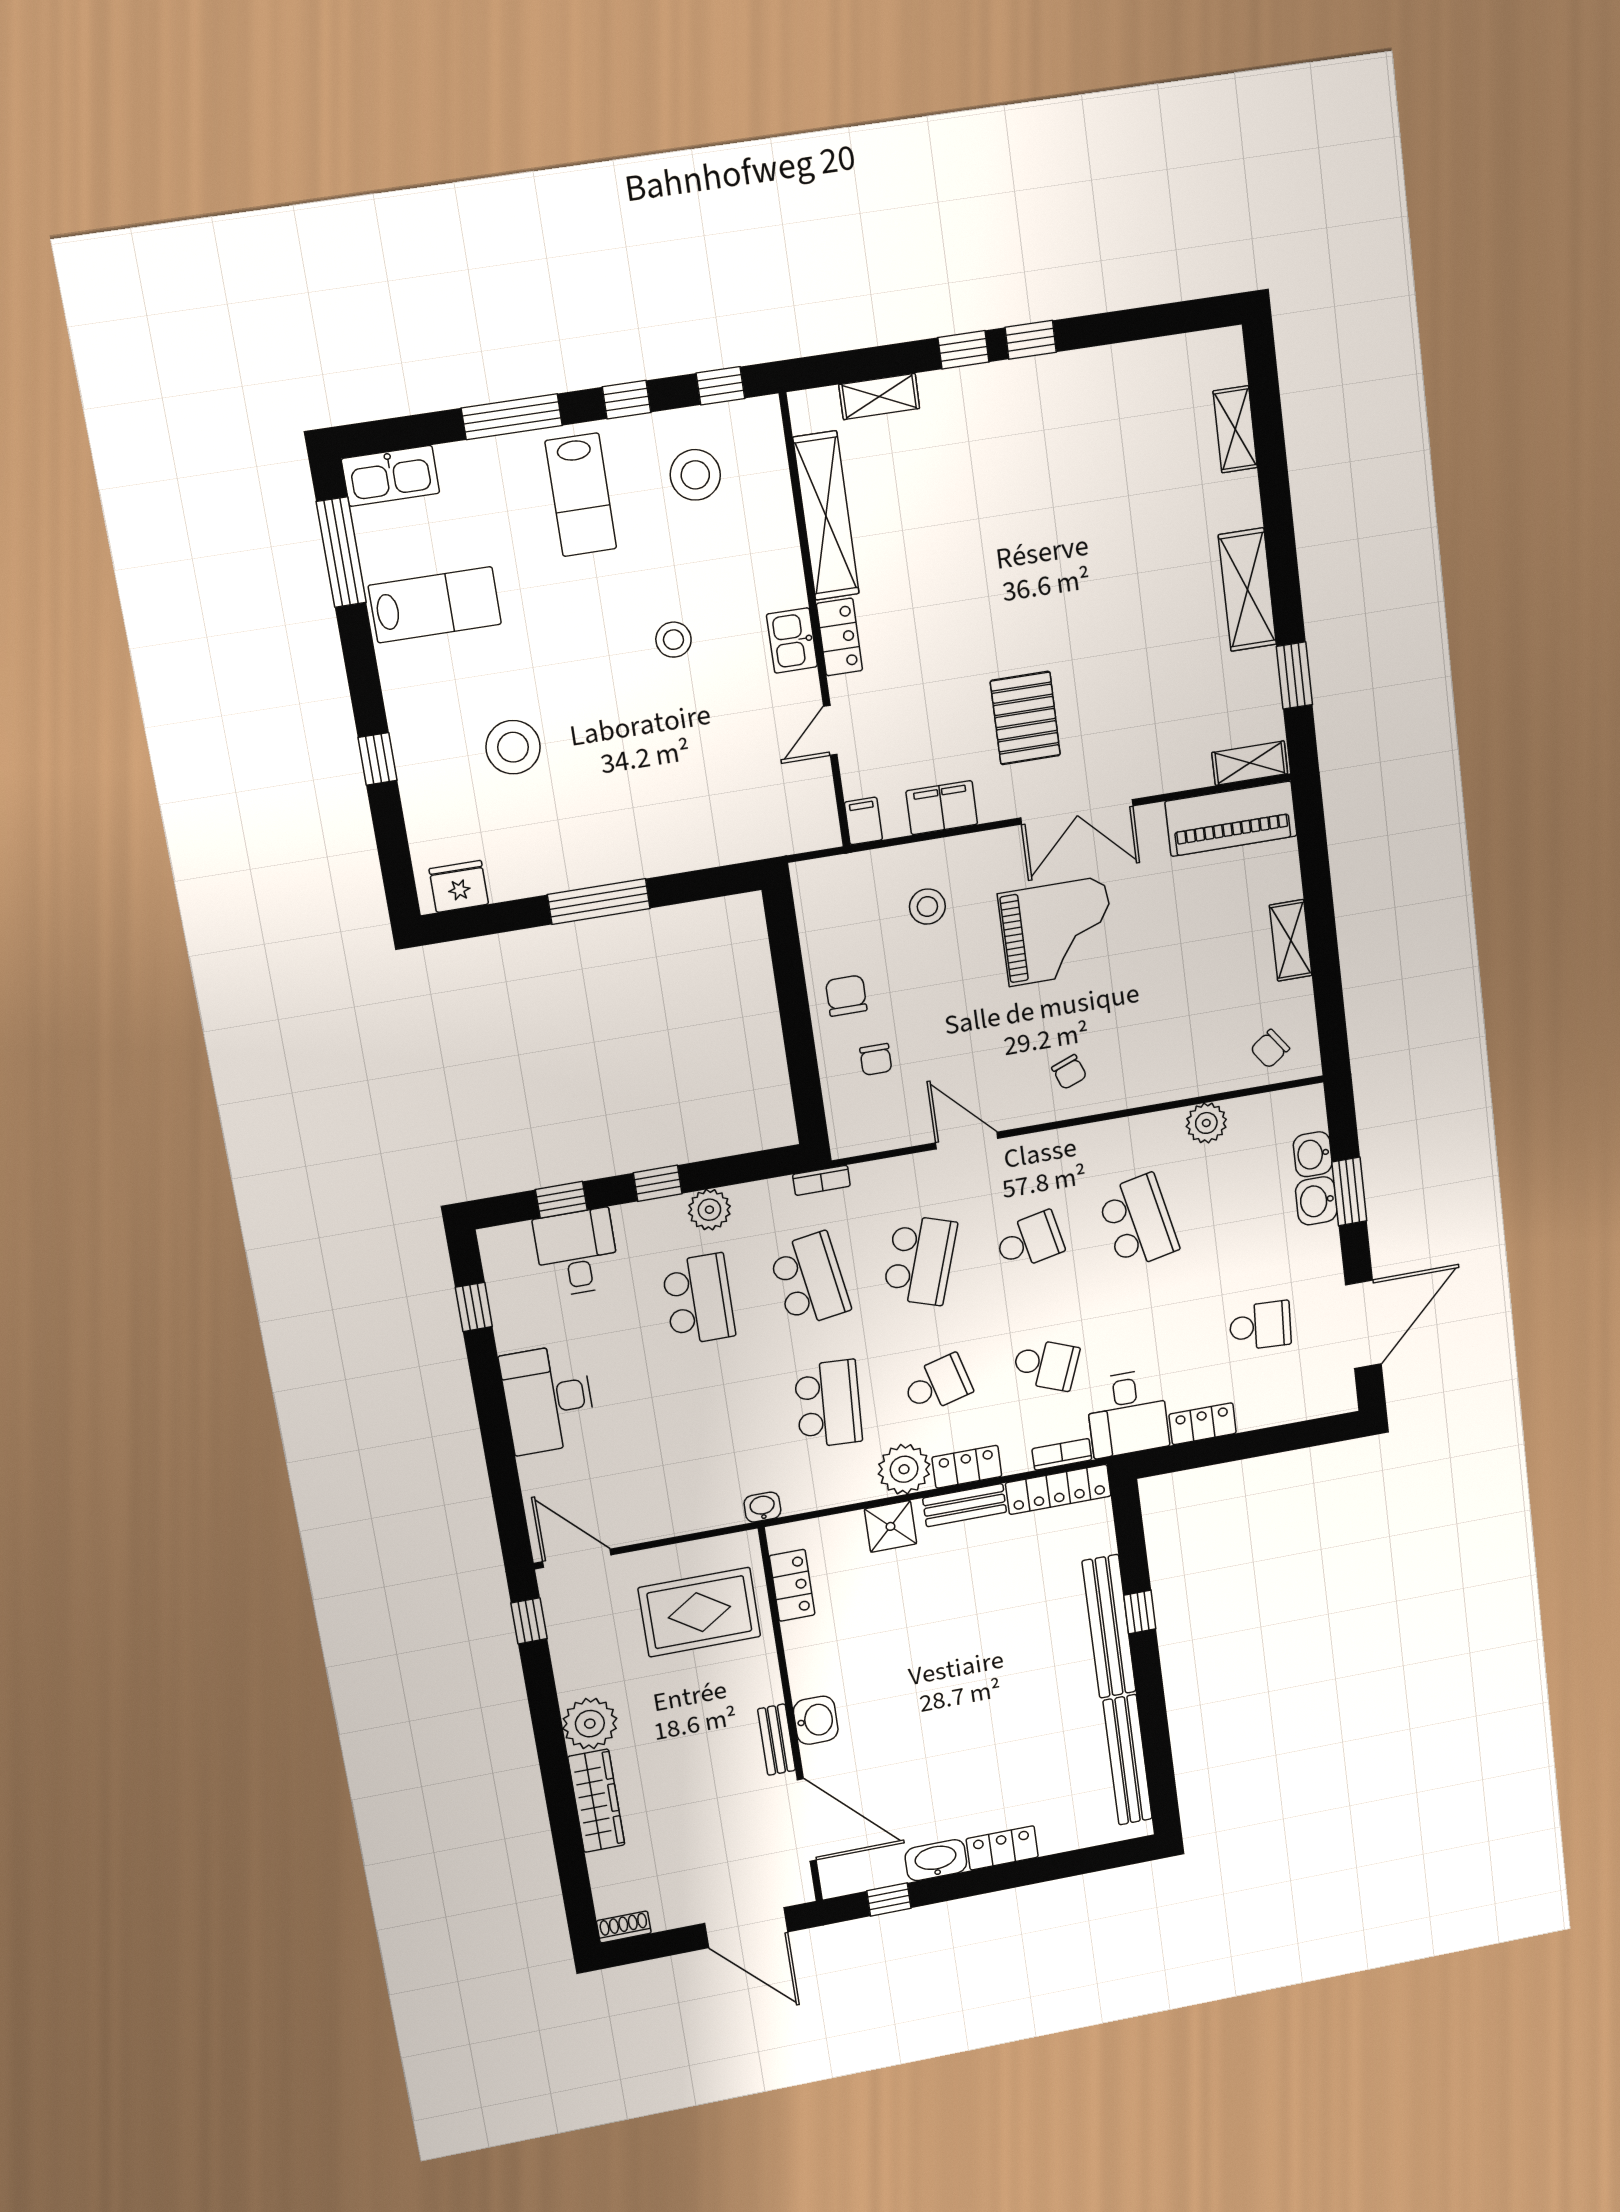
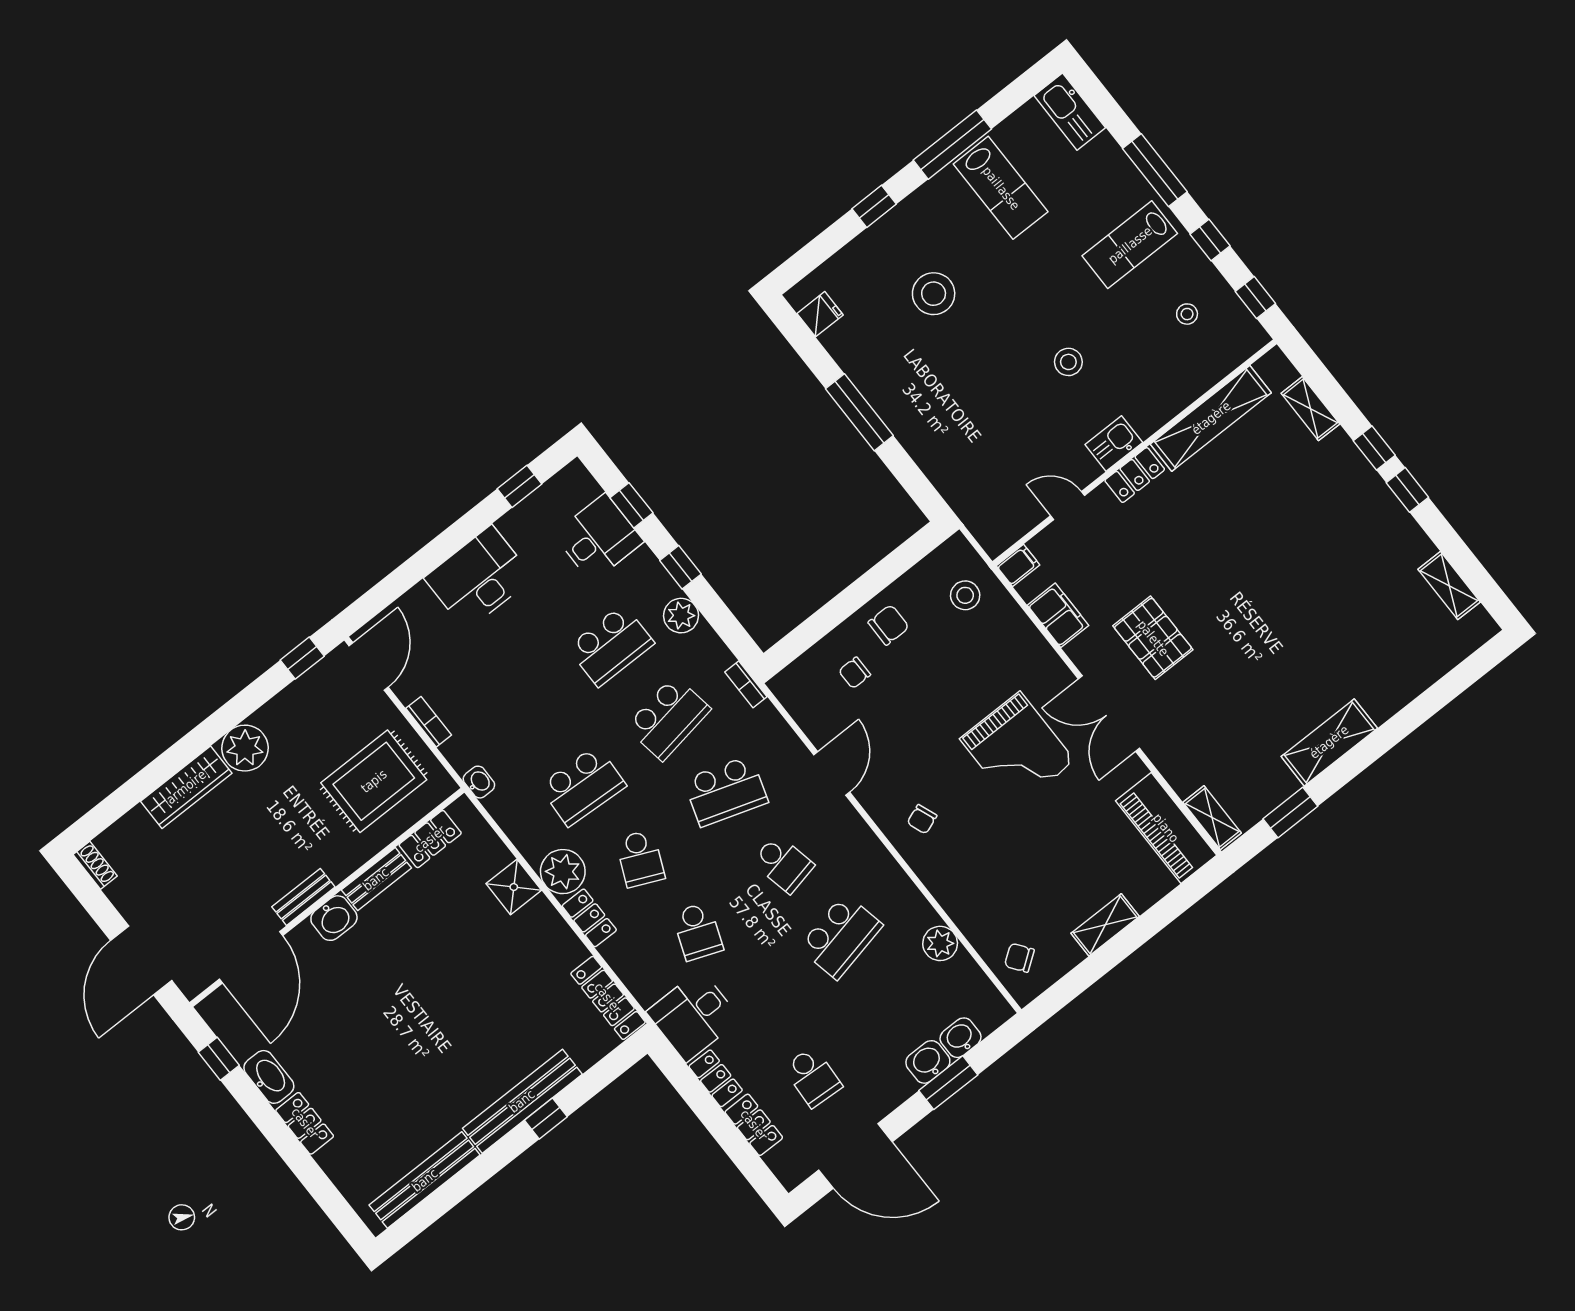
shelving: (1235, 429) -> (1449, 586), moved, turned 90
stool: (695, 475) -> (1187, 314), width x0.53, depth x0.53
window: (341, 552) -> (952, 145), moved
pallet: (1025, 718) -> (1153, 638), turned 90
fridge: (459, 886) -> (820, 314), width x0.72
stool: (927, 907) -> (965, 595), moved
school desk: (937, 1384) -> (640, 859), turned 39
locker: (1271, 1410) -> (754, 1125), added
bookcase: (1062, 1454) -> (429, 722), moved
bench: (965, 1505) -> (376, 879), moved, turned 90
rug: (699, 1612) -> (374, 781), turned 90

